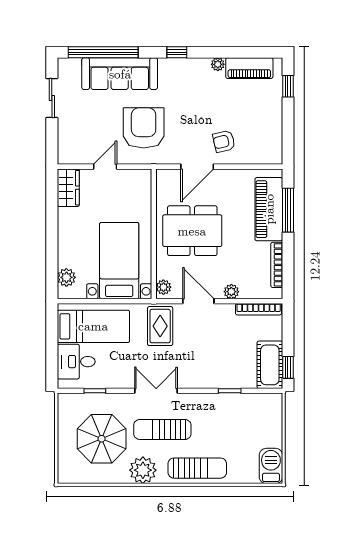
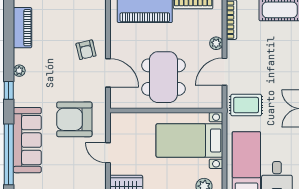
plant: (218, 64) -> (19, 71), moved
plant: (163, 287) -> (212, 102), removed

